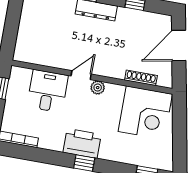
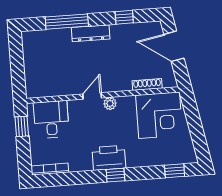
door: (179, 45) -> (174, 46), hinge flipped
desk: (48, 91) -> (51, 119), moved

